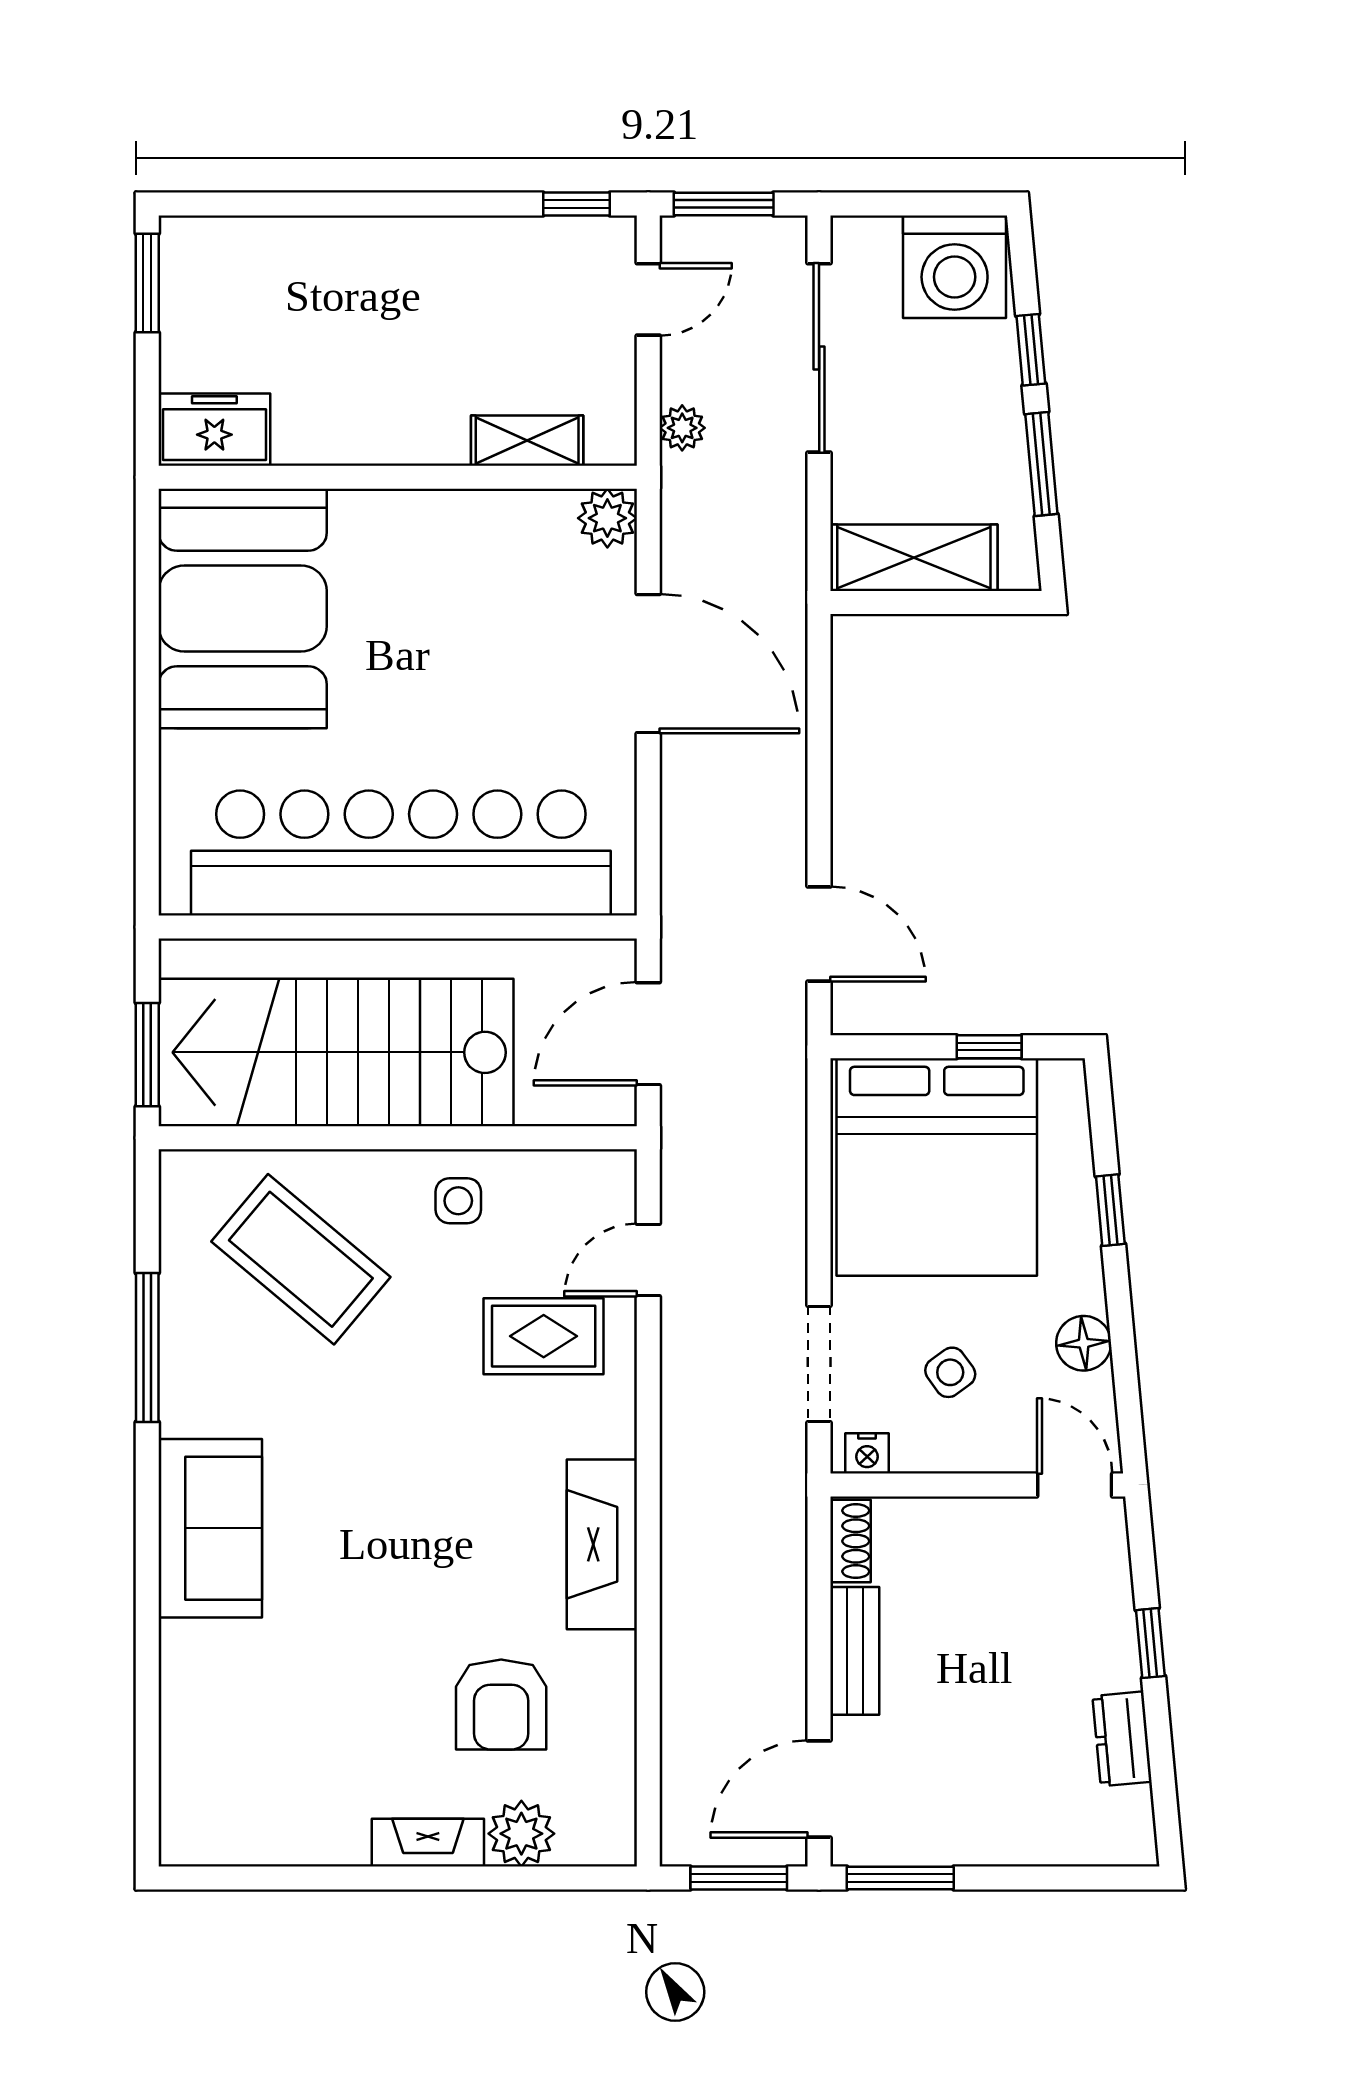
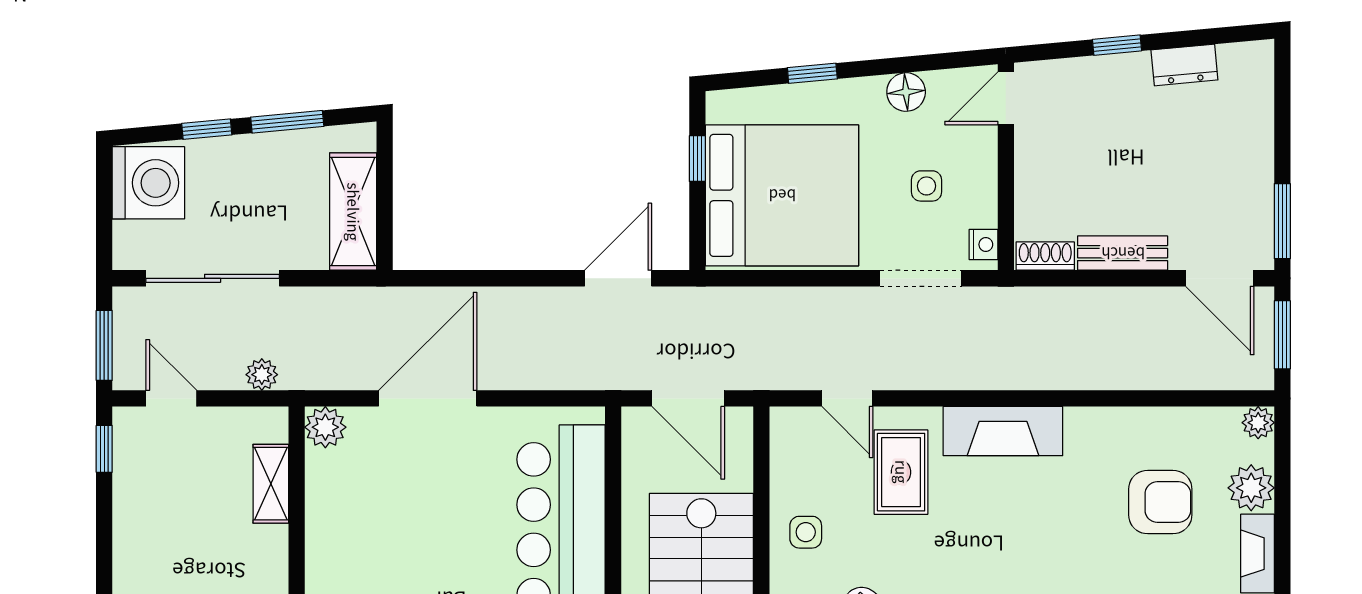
side table: (950, 1372) -> (927, 186), turned 36
fireplace: (602, 1544) -> (1003, 431), moved
plant: (614, 1844) -> (1258, 423), added

